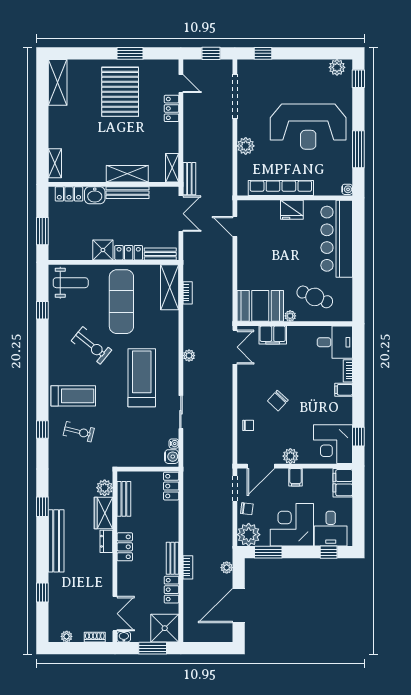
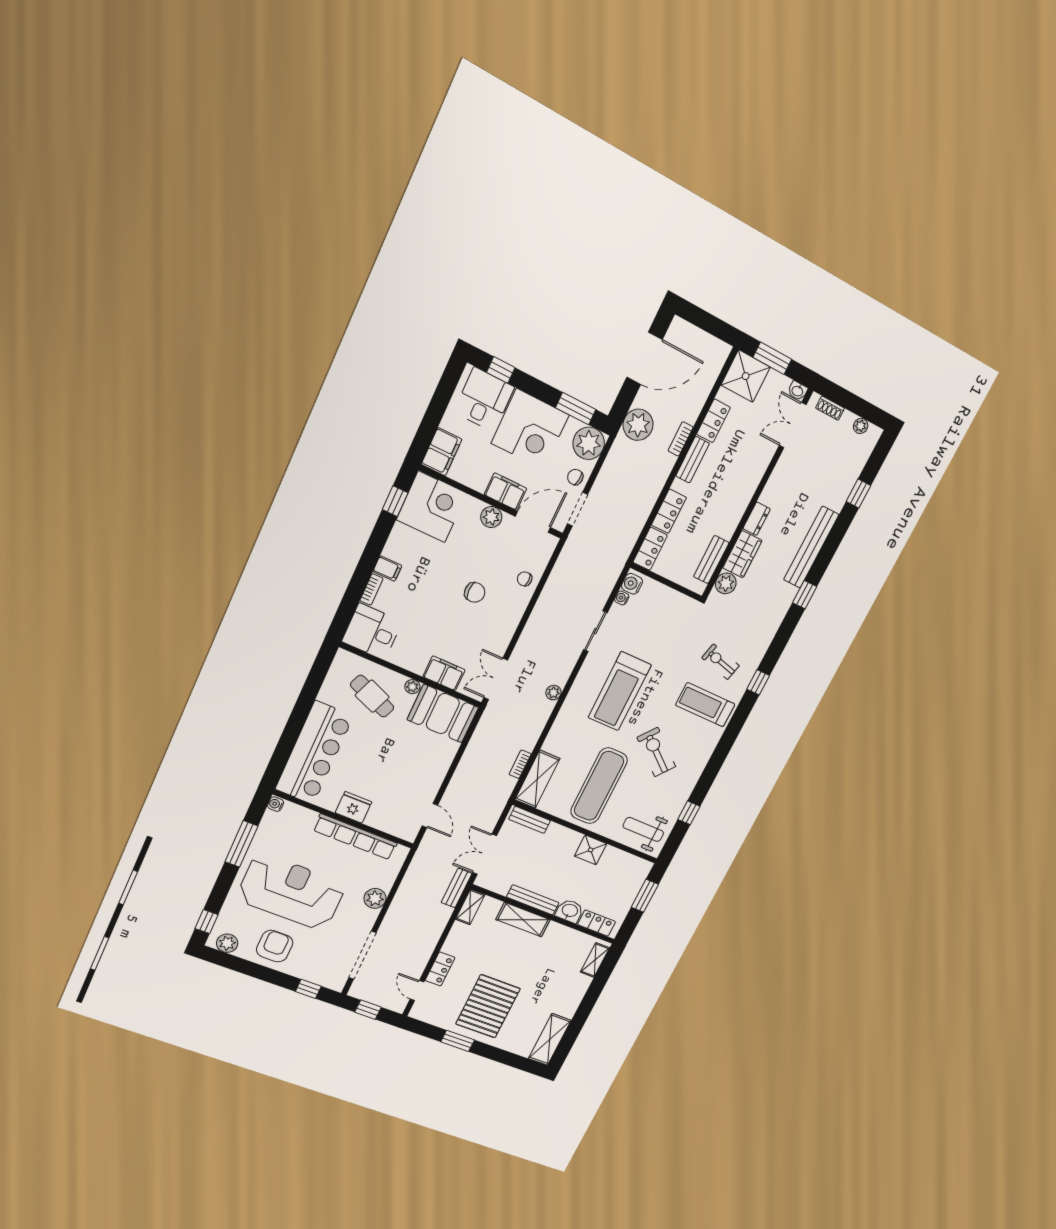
armchair: (302, 79) -> (275, 946), added
locker: (129, 253) -> (564, 836), removed
chair: (278, 401) -> (475, 592), turned 47
filing cabinet: (296, 477) -> (506, 492), width x2.00
locker: (125, 547) -> (669, 511), moved, turned 180
plant: (227, 568) -> (638, 425), width x1.88, depth x1.88

